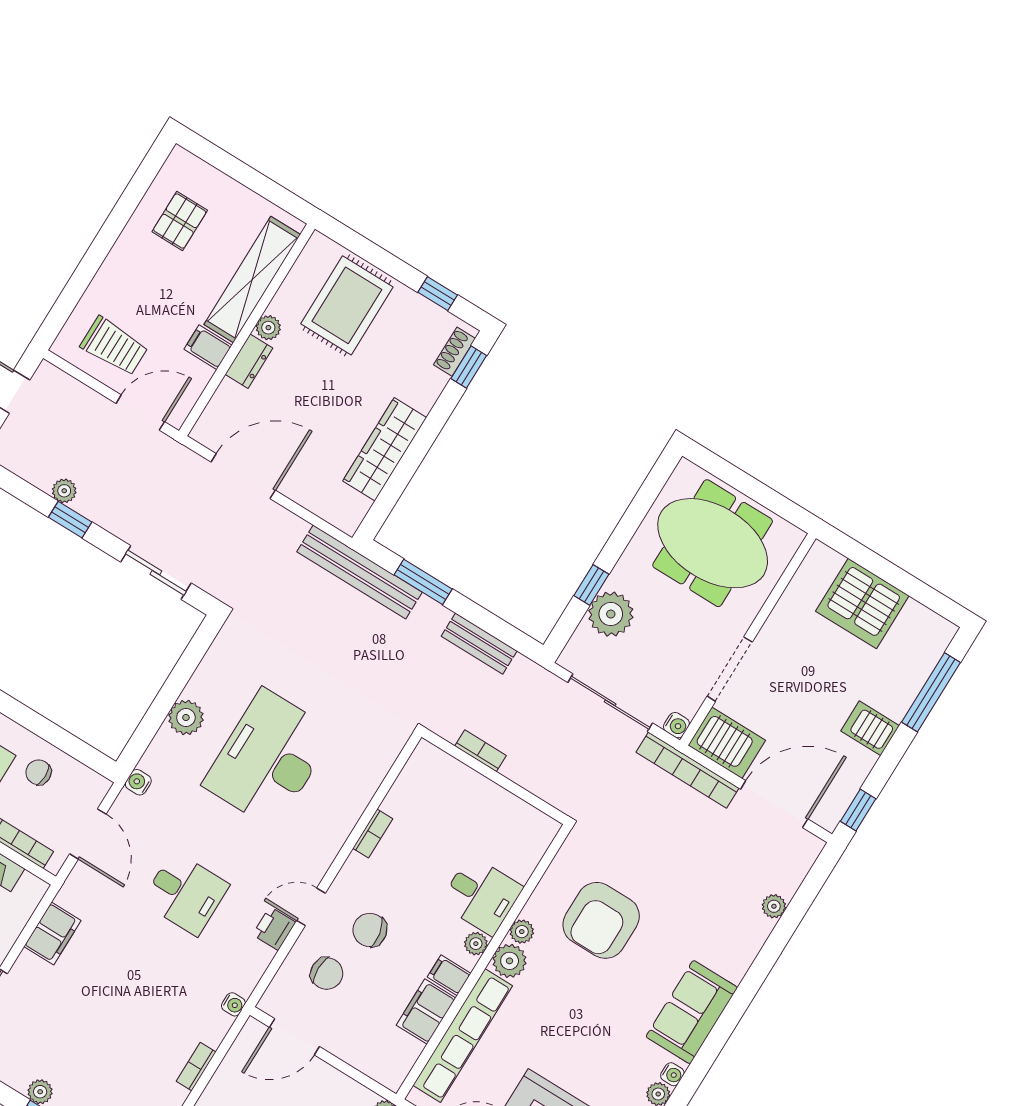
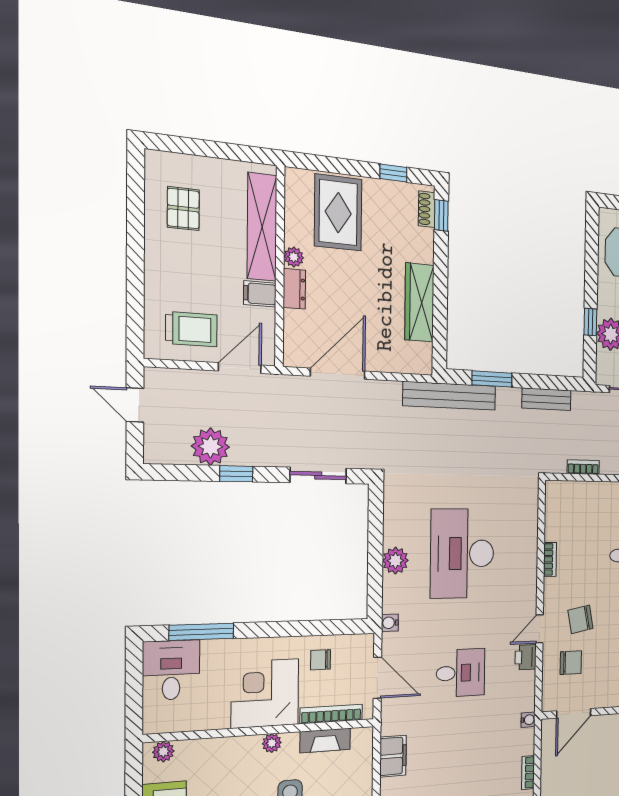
plant: (64, 491) -> (210, 447), width x1.87, depth x1.87

